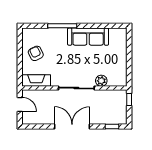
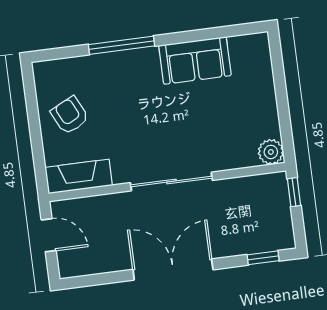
sofa: (88, 37) -> (195, 60), width x0.73
plant: (101, 81) -> (271, 152), moved

